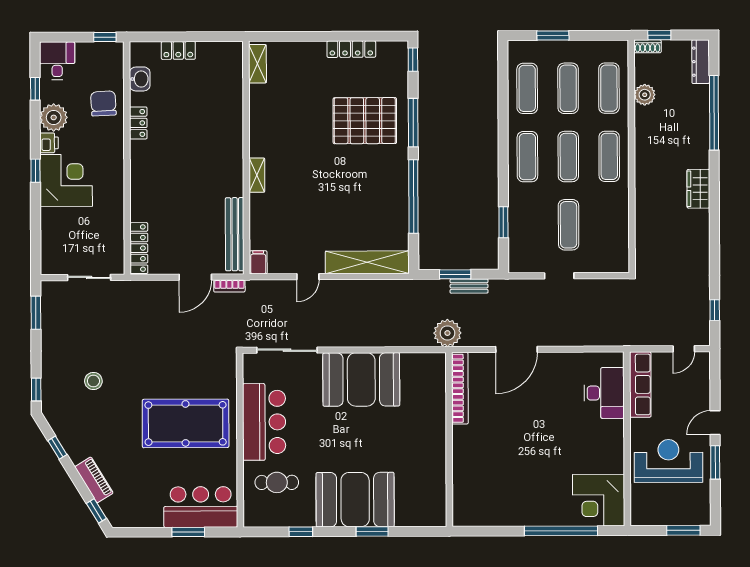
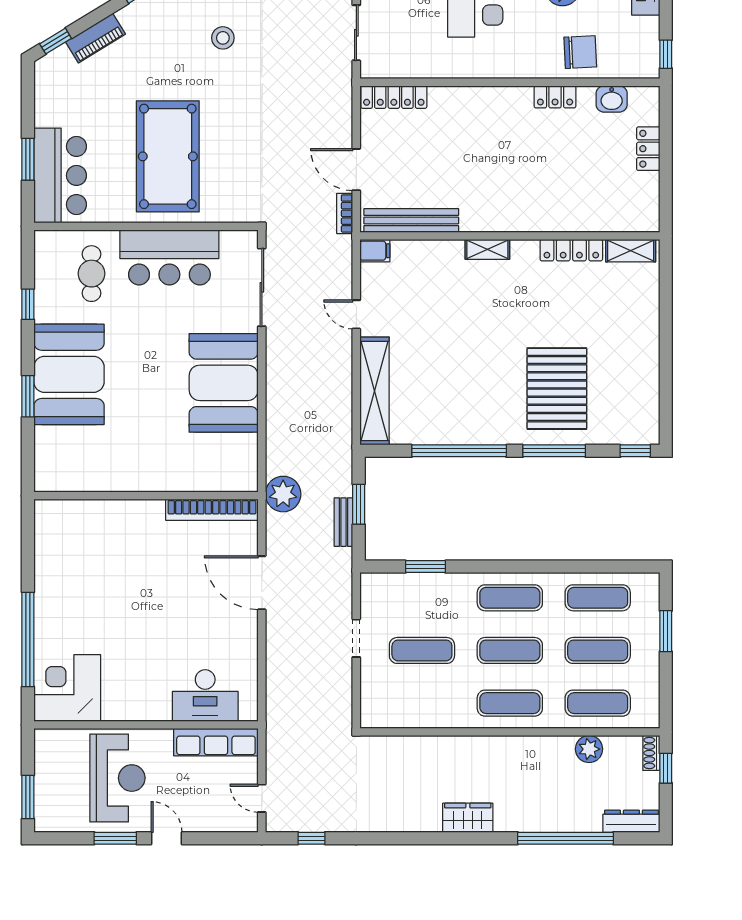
locker: (351, 49) -> (571, 250), moved, turned -90

